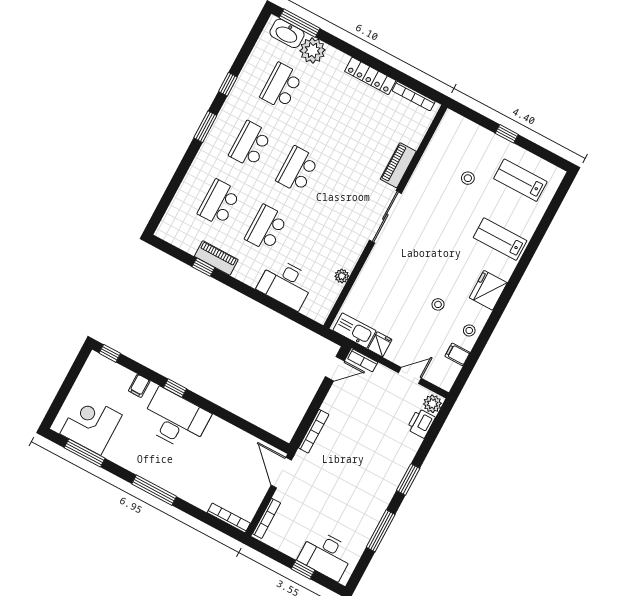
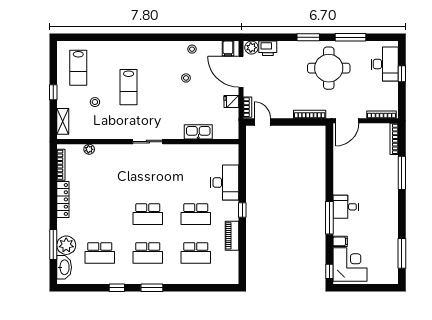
window: (300, 23) -> (53, 244), moved
shelving: (465, 126) -> (63, 121), added
piano: (398, 165) -> (110, 151), removed
sliding door: (385, 217) -> (148, 142), width x0.73
lab bench: (500, 239) -> (129, 87), moved
window: (203, 267) -> (242, 210), moved
plant: (342, 276) -> (89, 149), moved
fridge: (488, 290) -> (160, 51), removed
kitchen sink: (354, 331) -> (198, 132), moved, turned 90
filing cabinet: (457, 354) -> (228, 48), moved
door: (410, 375) -> (241, 72), width x1.88
window: (175, 388) -> (329, 218), width x2.17
desk: (175, 420) -> (346, 207), width x0.53, depth x0.77
corner desk: (91, 424) -> (350, 265), moved, turned 180
round table: (357, 484) -> (329, 68), added
window: (154, 490) -> (402, 173), moved

